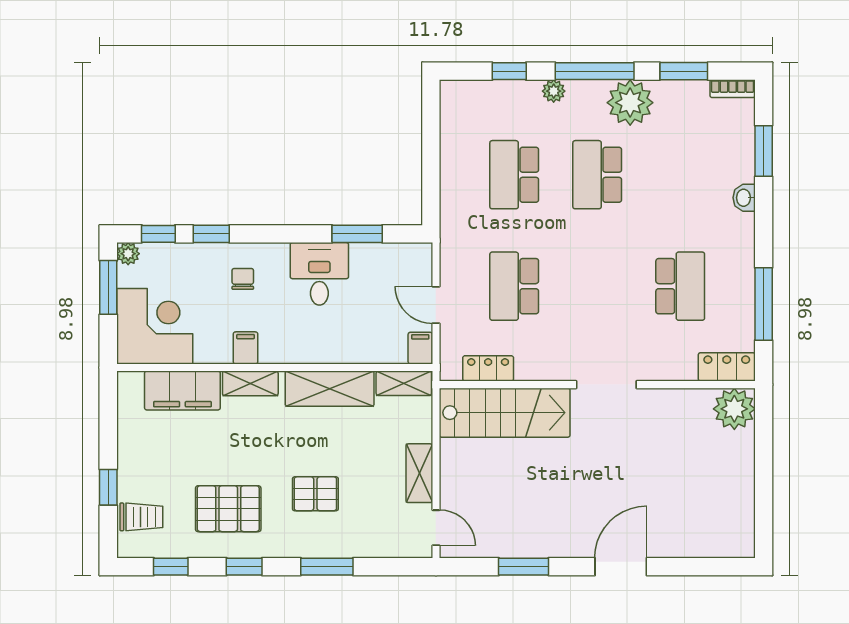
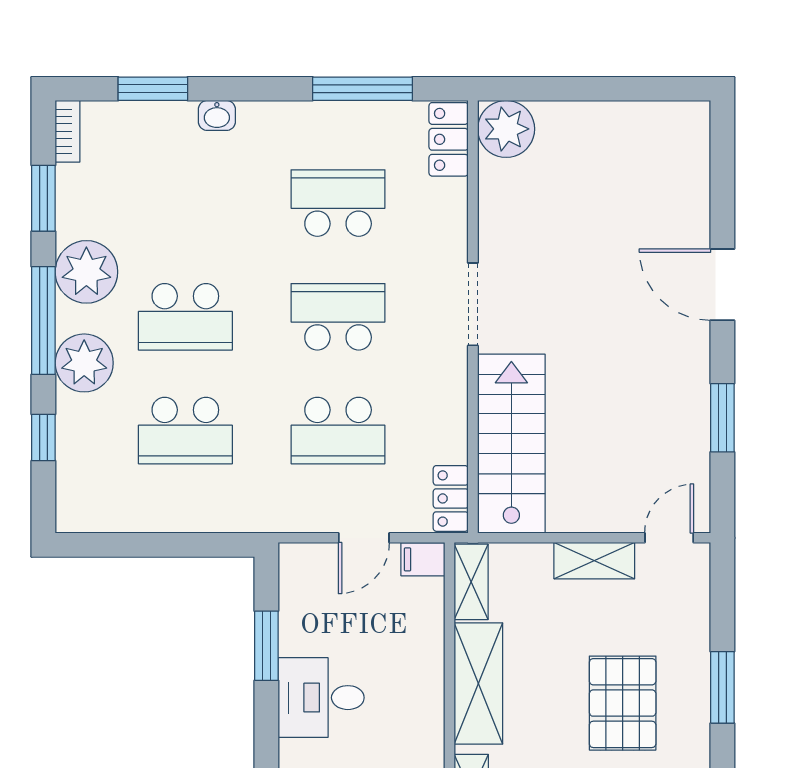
plant: (554, 91) -> (84, 363), width x1.88, depth x1.88
school desk: (597, 286) -> (338, 317), added
locker: (488, 368) -> (451, 498), moved
pallet: (315, 494) -> (623, 703), width x1.50, depth x1.42

